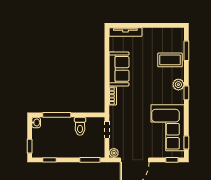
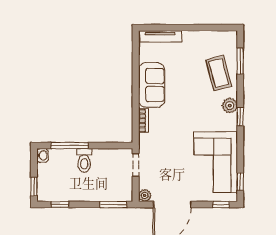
coffee table: (170, 60) -> (219, 73), turned 75
toilet: (80, 126) -> (84, 161), moved

